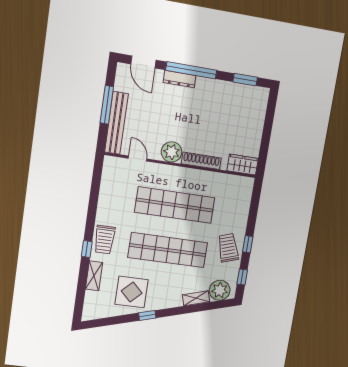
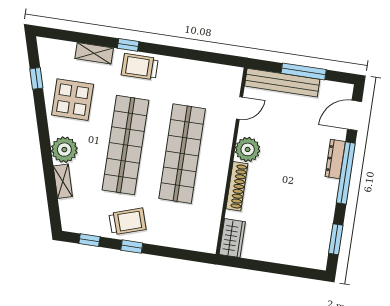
plant: (220, 290) -> (64, 150), moved
window: (147, 315) -> (36, 78), moved

